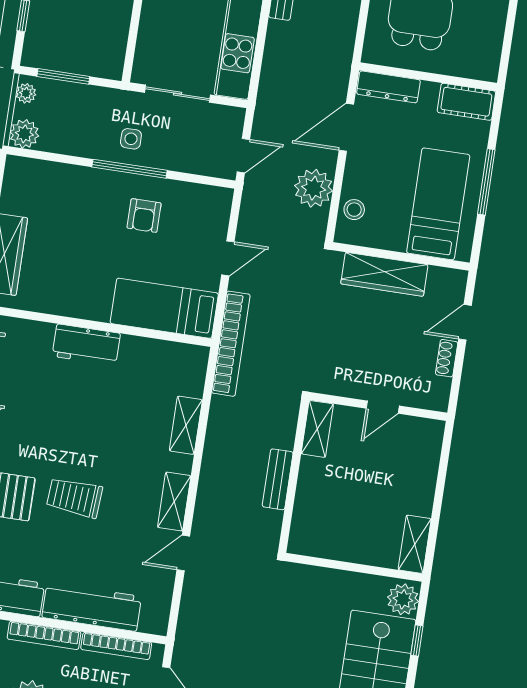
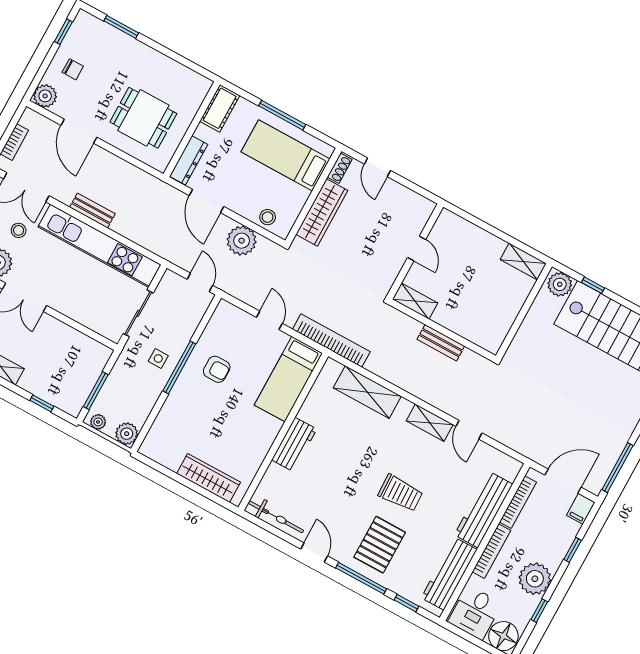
shoe rack: (447, 358) -> (340, 168), moved, turned -90
shelving: (186, 425) -> (367, 392), width x1.50, depth x1.33
trolley: (74, 497) -> (400, 493), turned -96

